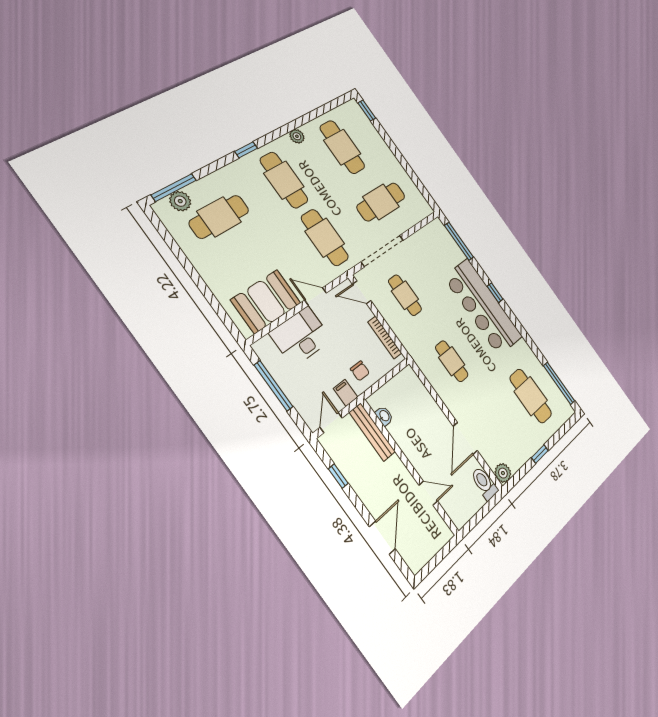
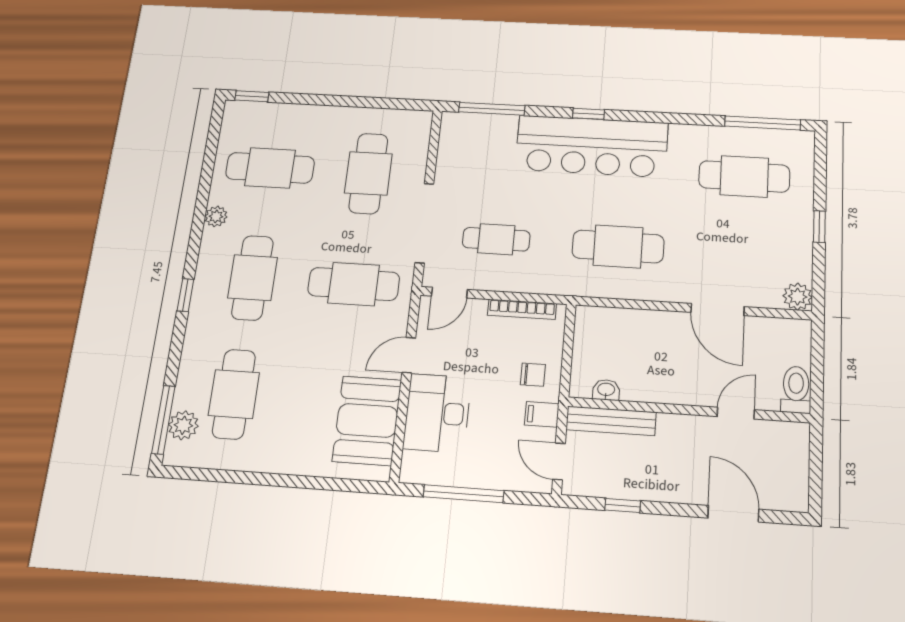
cafe table: (284, 180) -> (252, 278), turned 90
cafe table: (452, 361) -> (618, 247), width x1.37, depth x1.35
toilet: (484, 483) -> (796, 390), moved, turned 90

